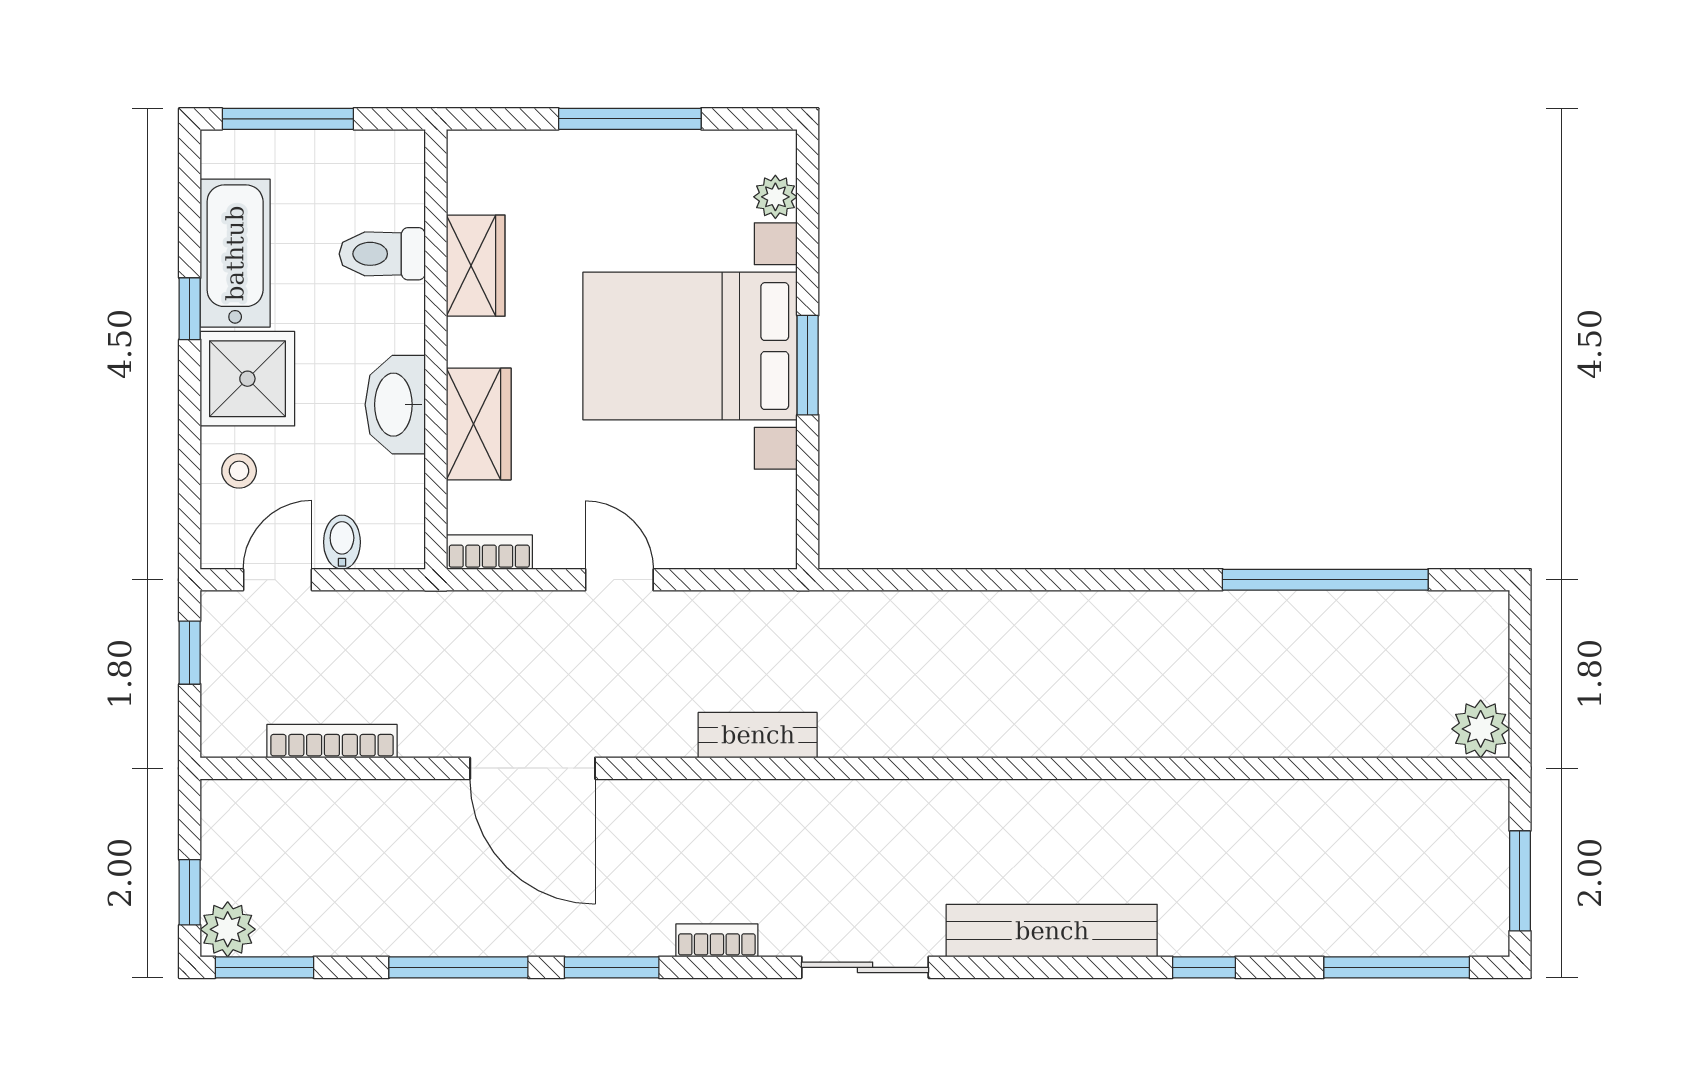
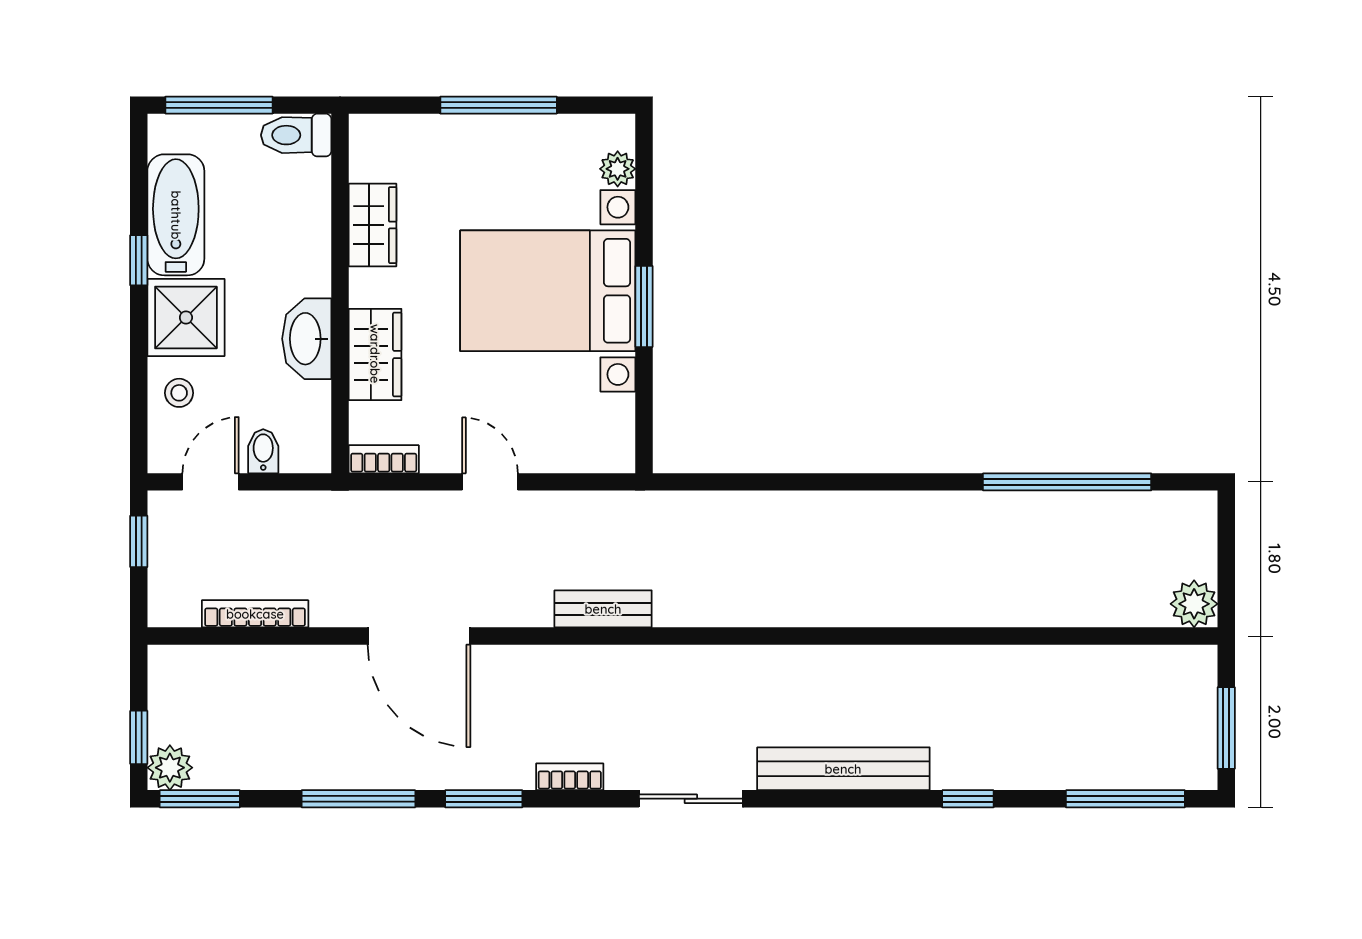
toilet: (382, 254) -> (296, 135), moved

